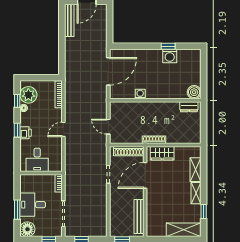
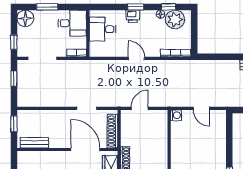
door: (108, 71) -> (201, 108), width x0.53
washing machine: (140, 94) -> (176, 115), moved
desk: (33, 205) -> (72, 23), moved, turned 90
bench: (139, 216) -> (34, 143), width x0.73

